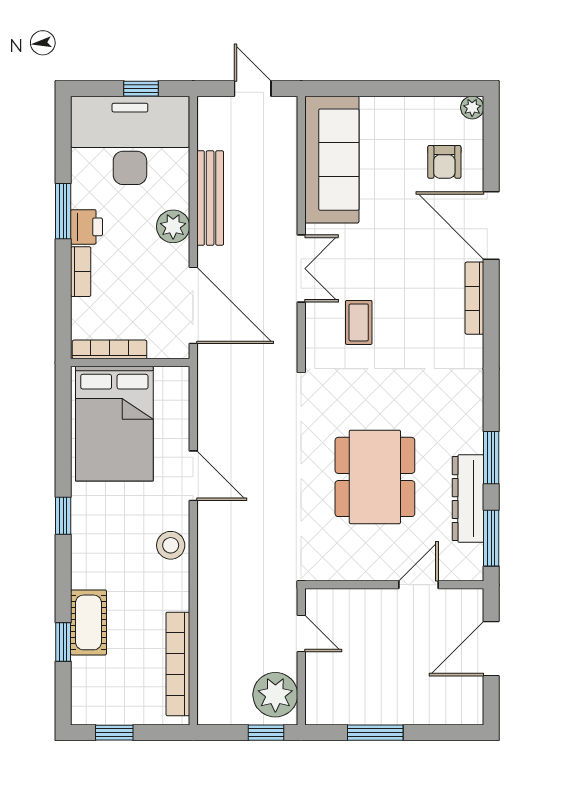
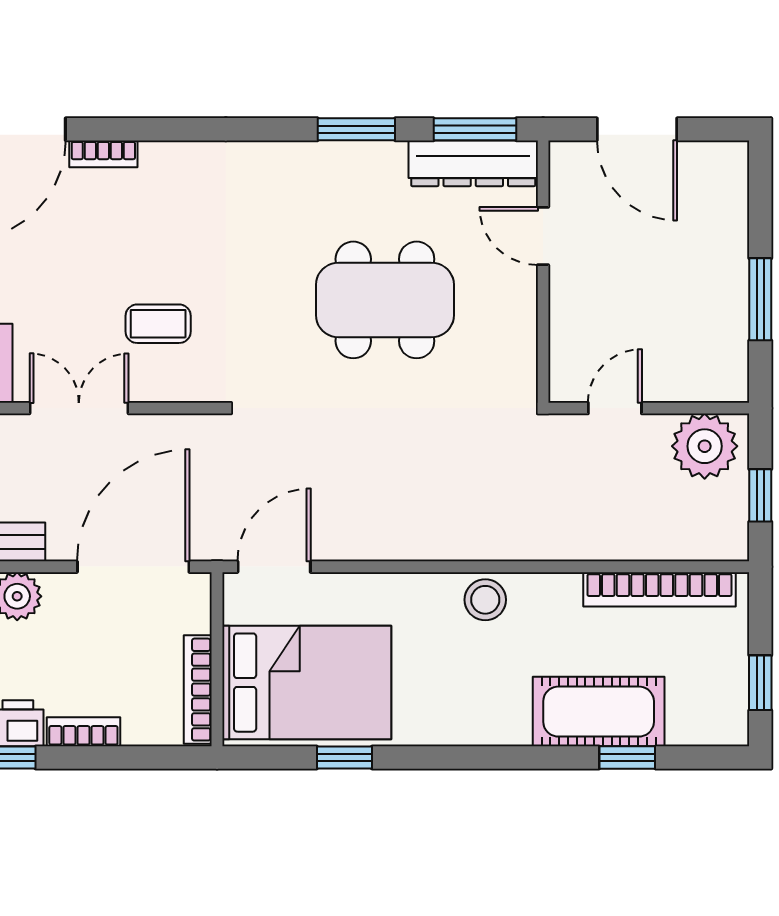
bookcase: (474, 298) -> (103, 154), width x0.64
door: (193, 476) -> (274, 567), moved
dresser: (468, 499) -> (473, 163), moved
window: (63, 516) -> (344, 757), moved
cot: (89, 622) -> (599, 712), width x1.37, depth x1.34
window: (266, 733) -> (760, 495), moved

